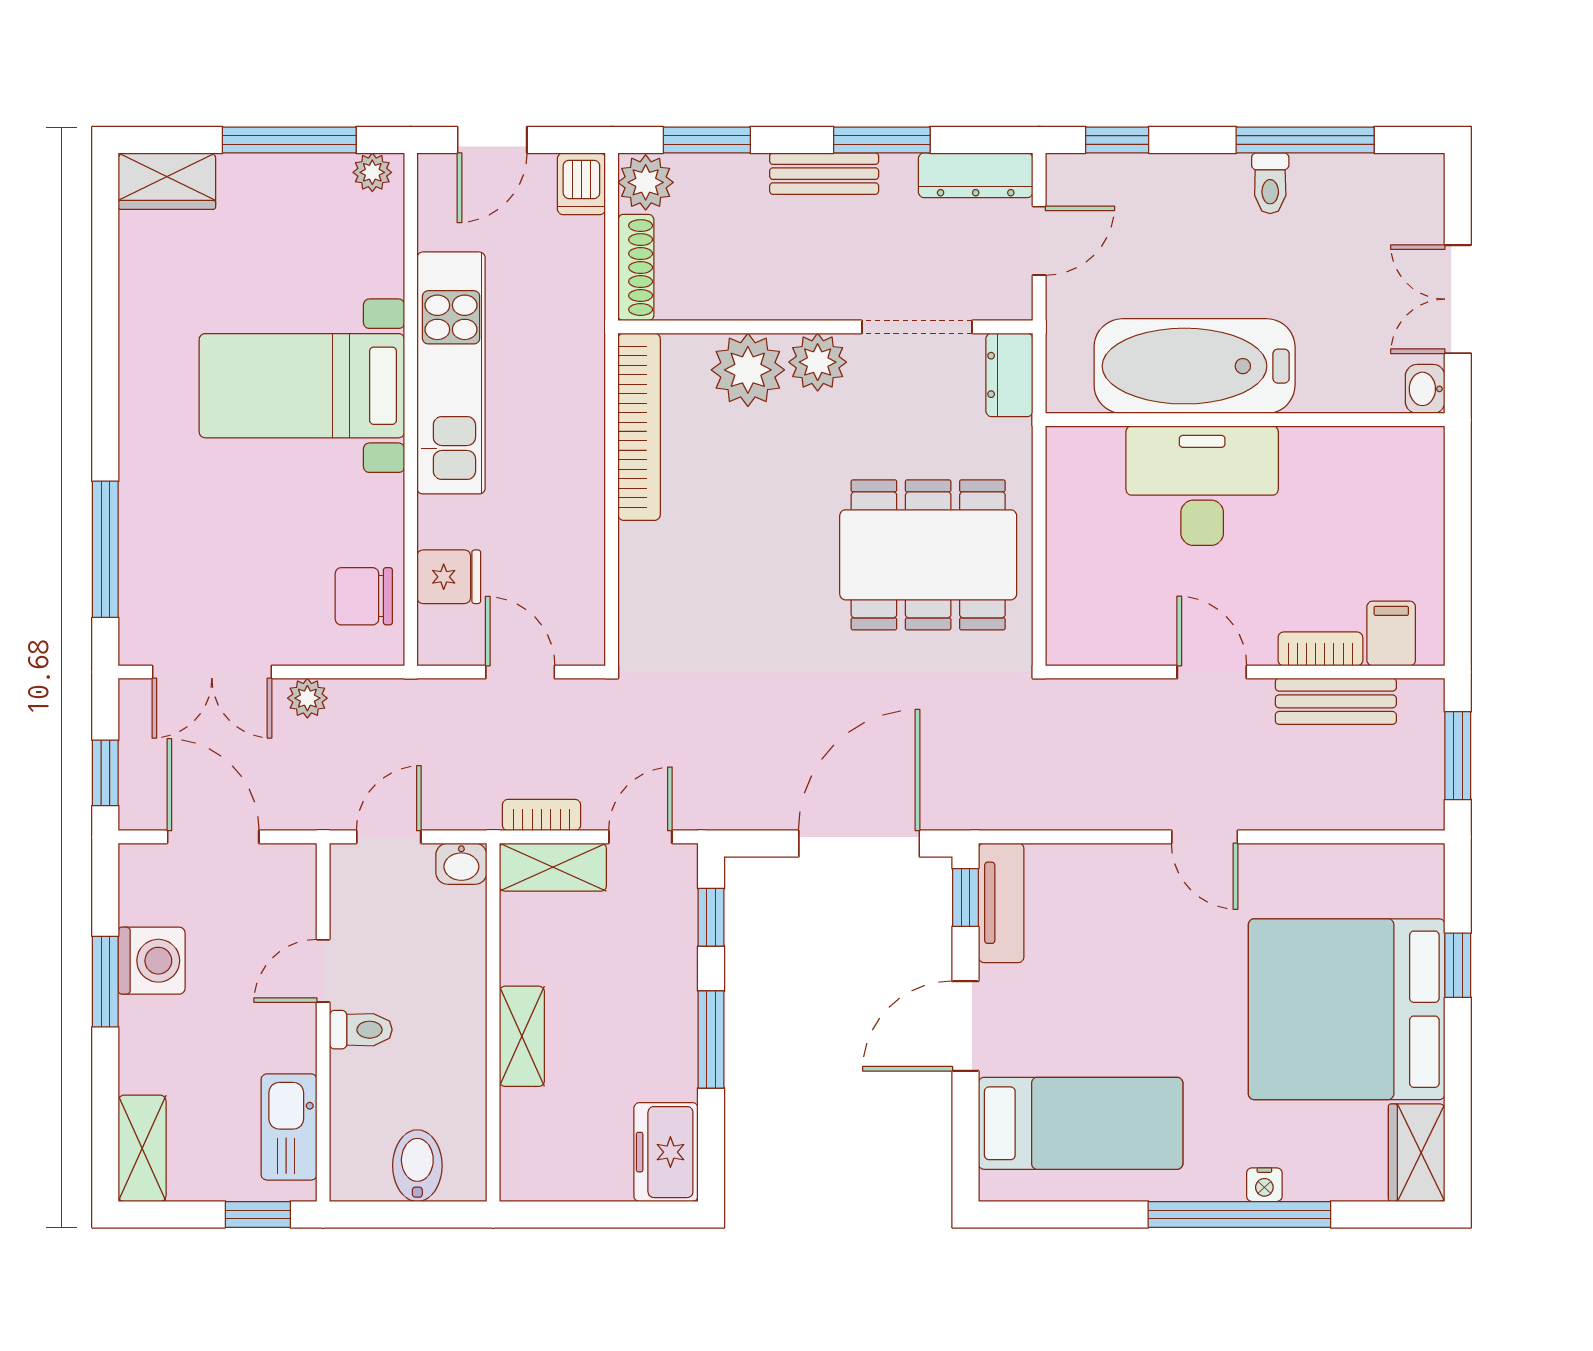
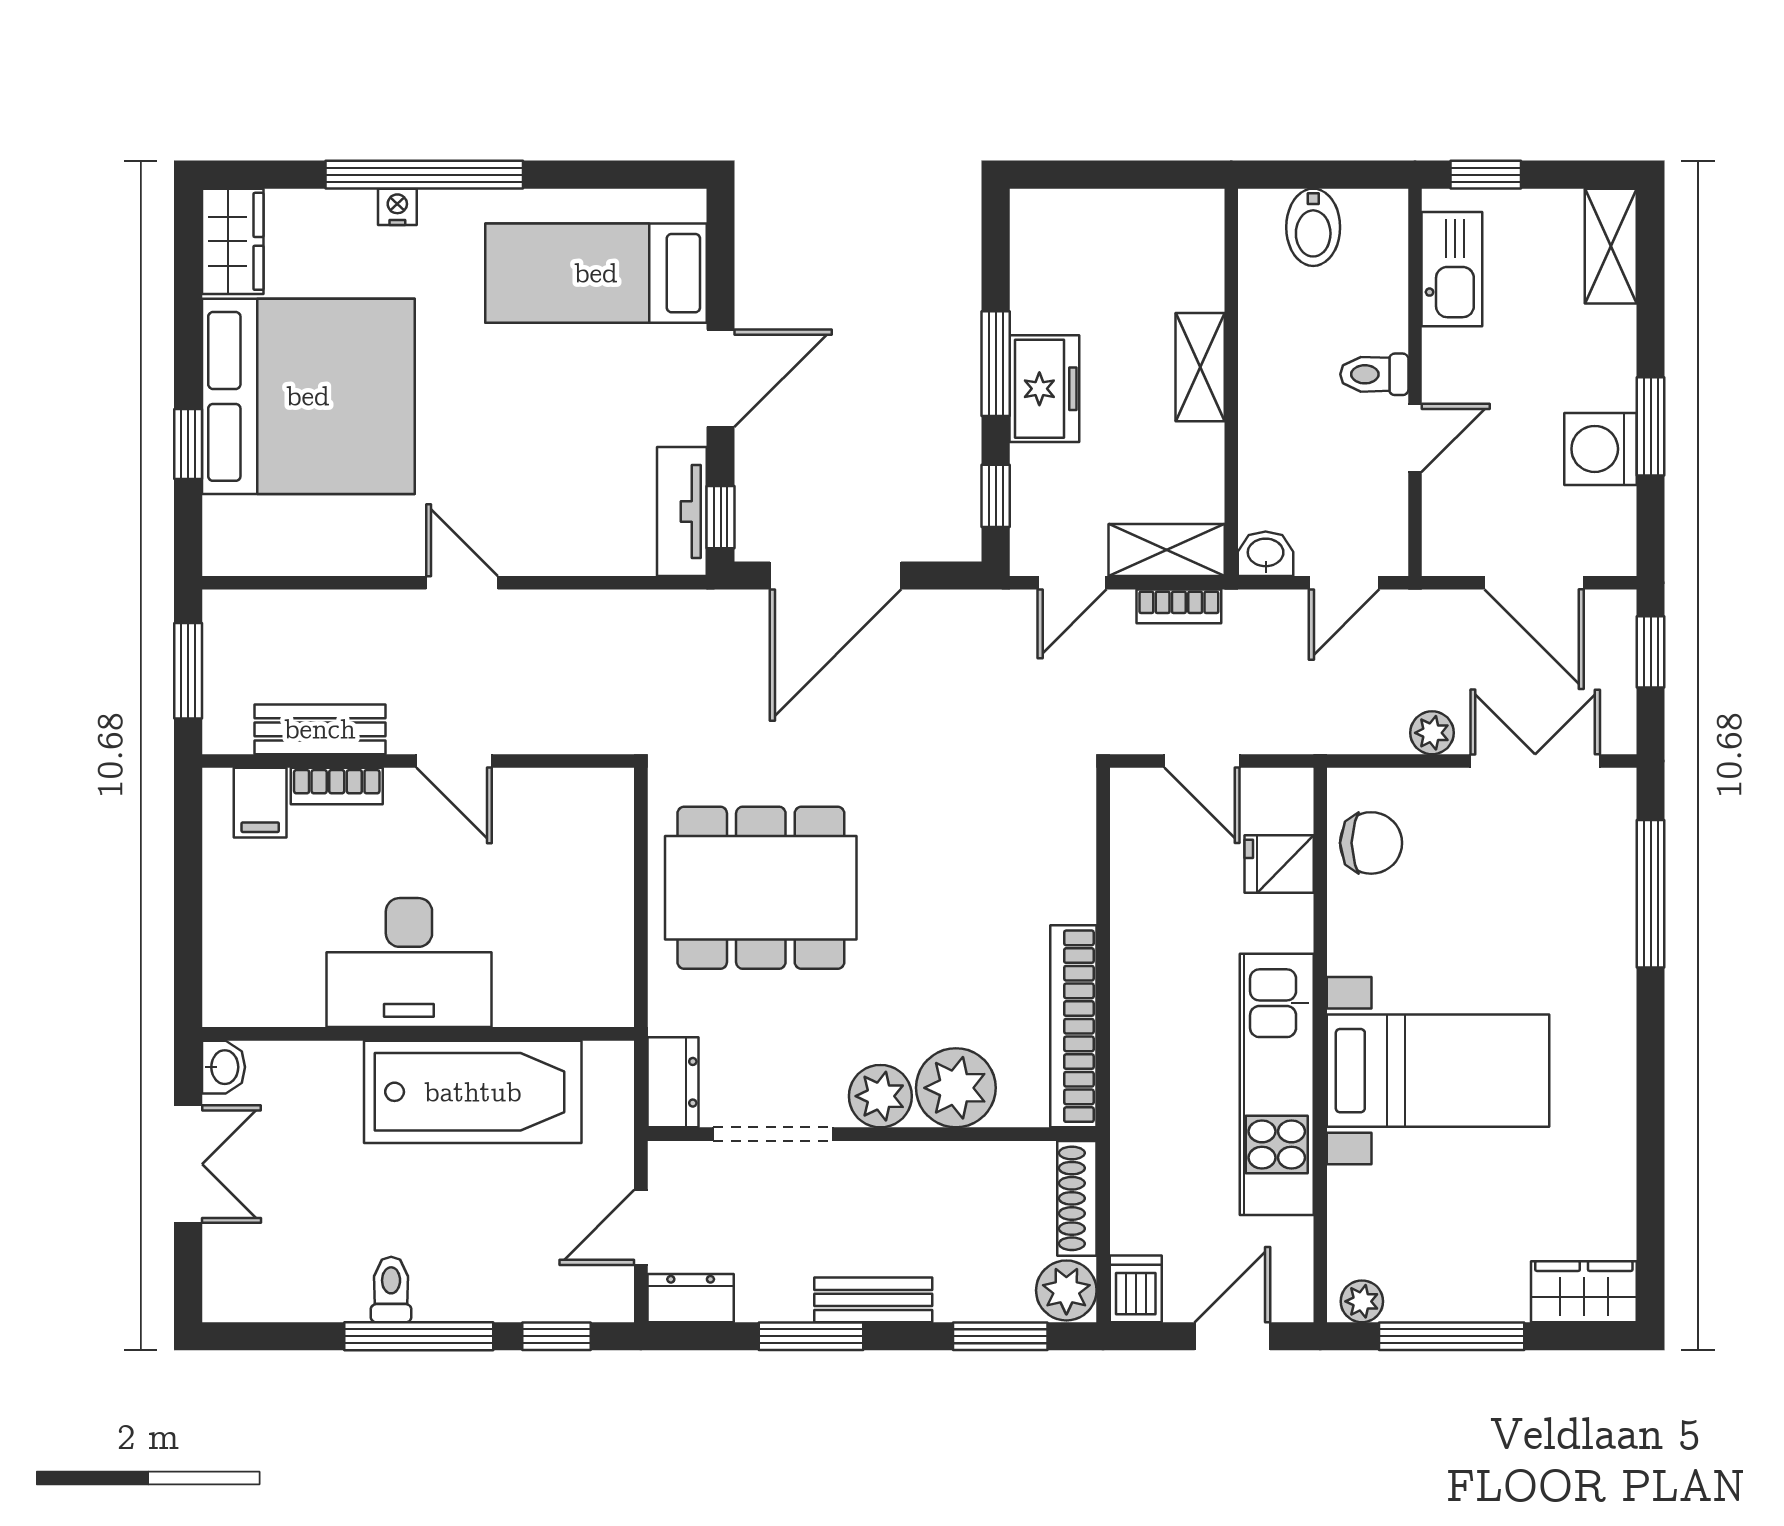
window: (1305, 140) -> (419, 1336), moved
dresser: (976, 175) -> (691, 1298), width x0.70
desk: (1202, 486) -> (409, 963), moved
freezer: (666, 1152) -> (1044, 389), moved

